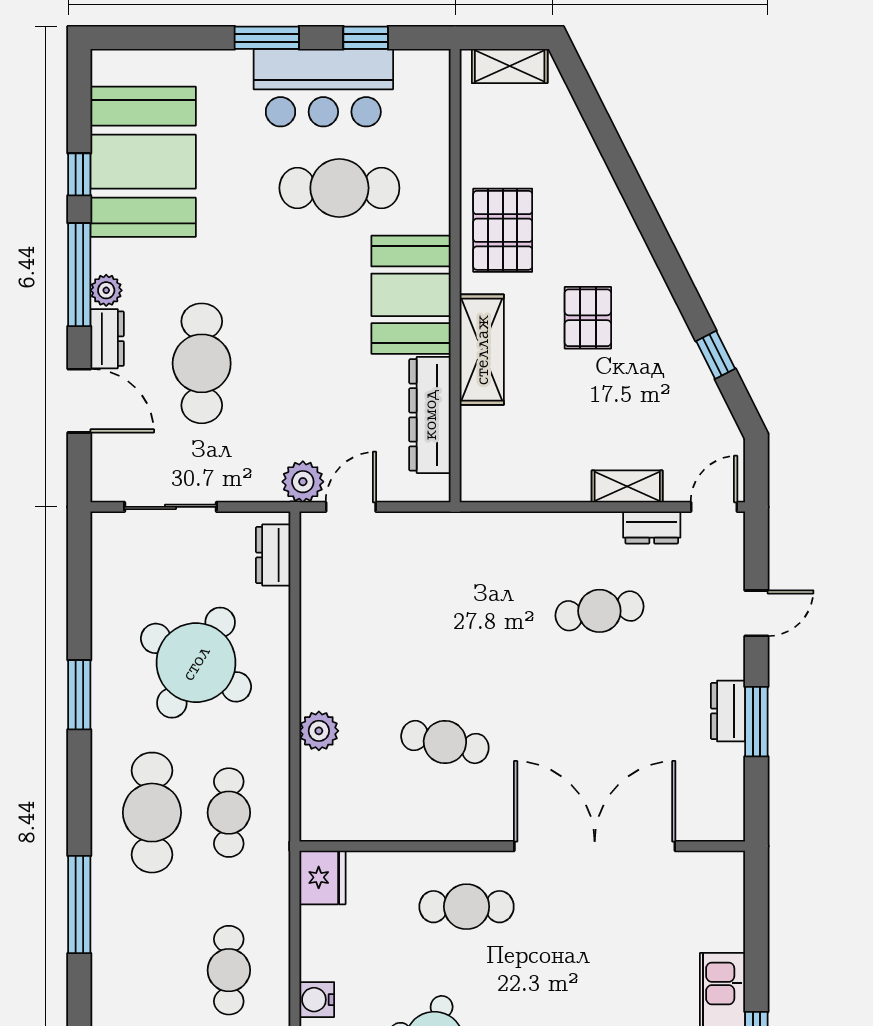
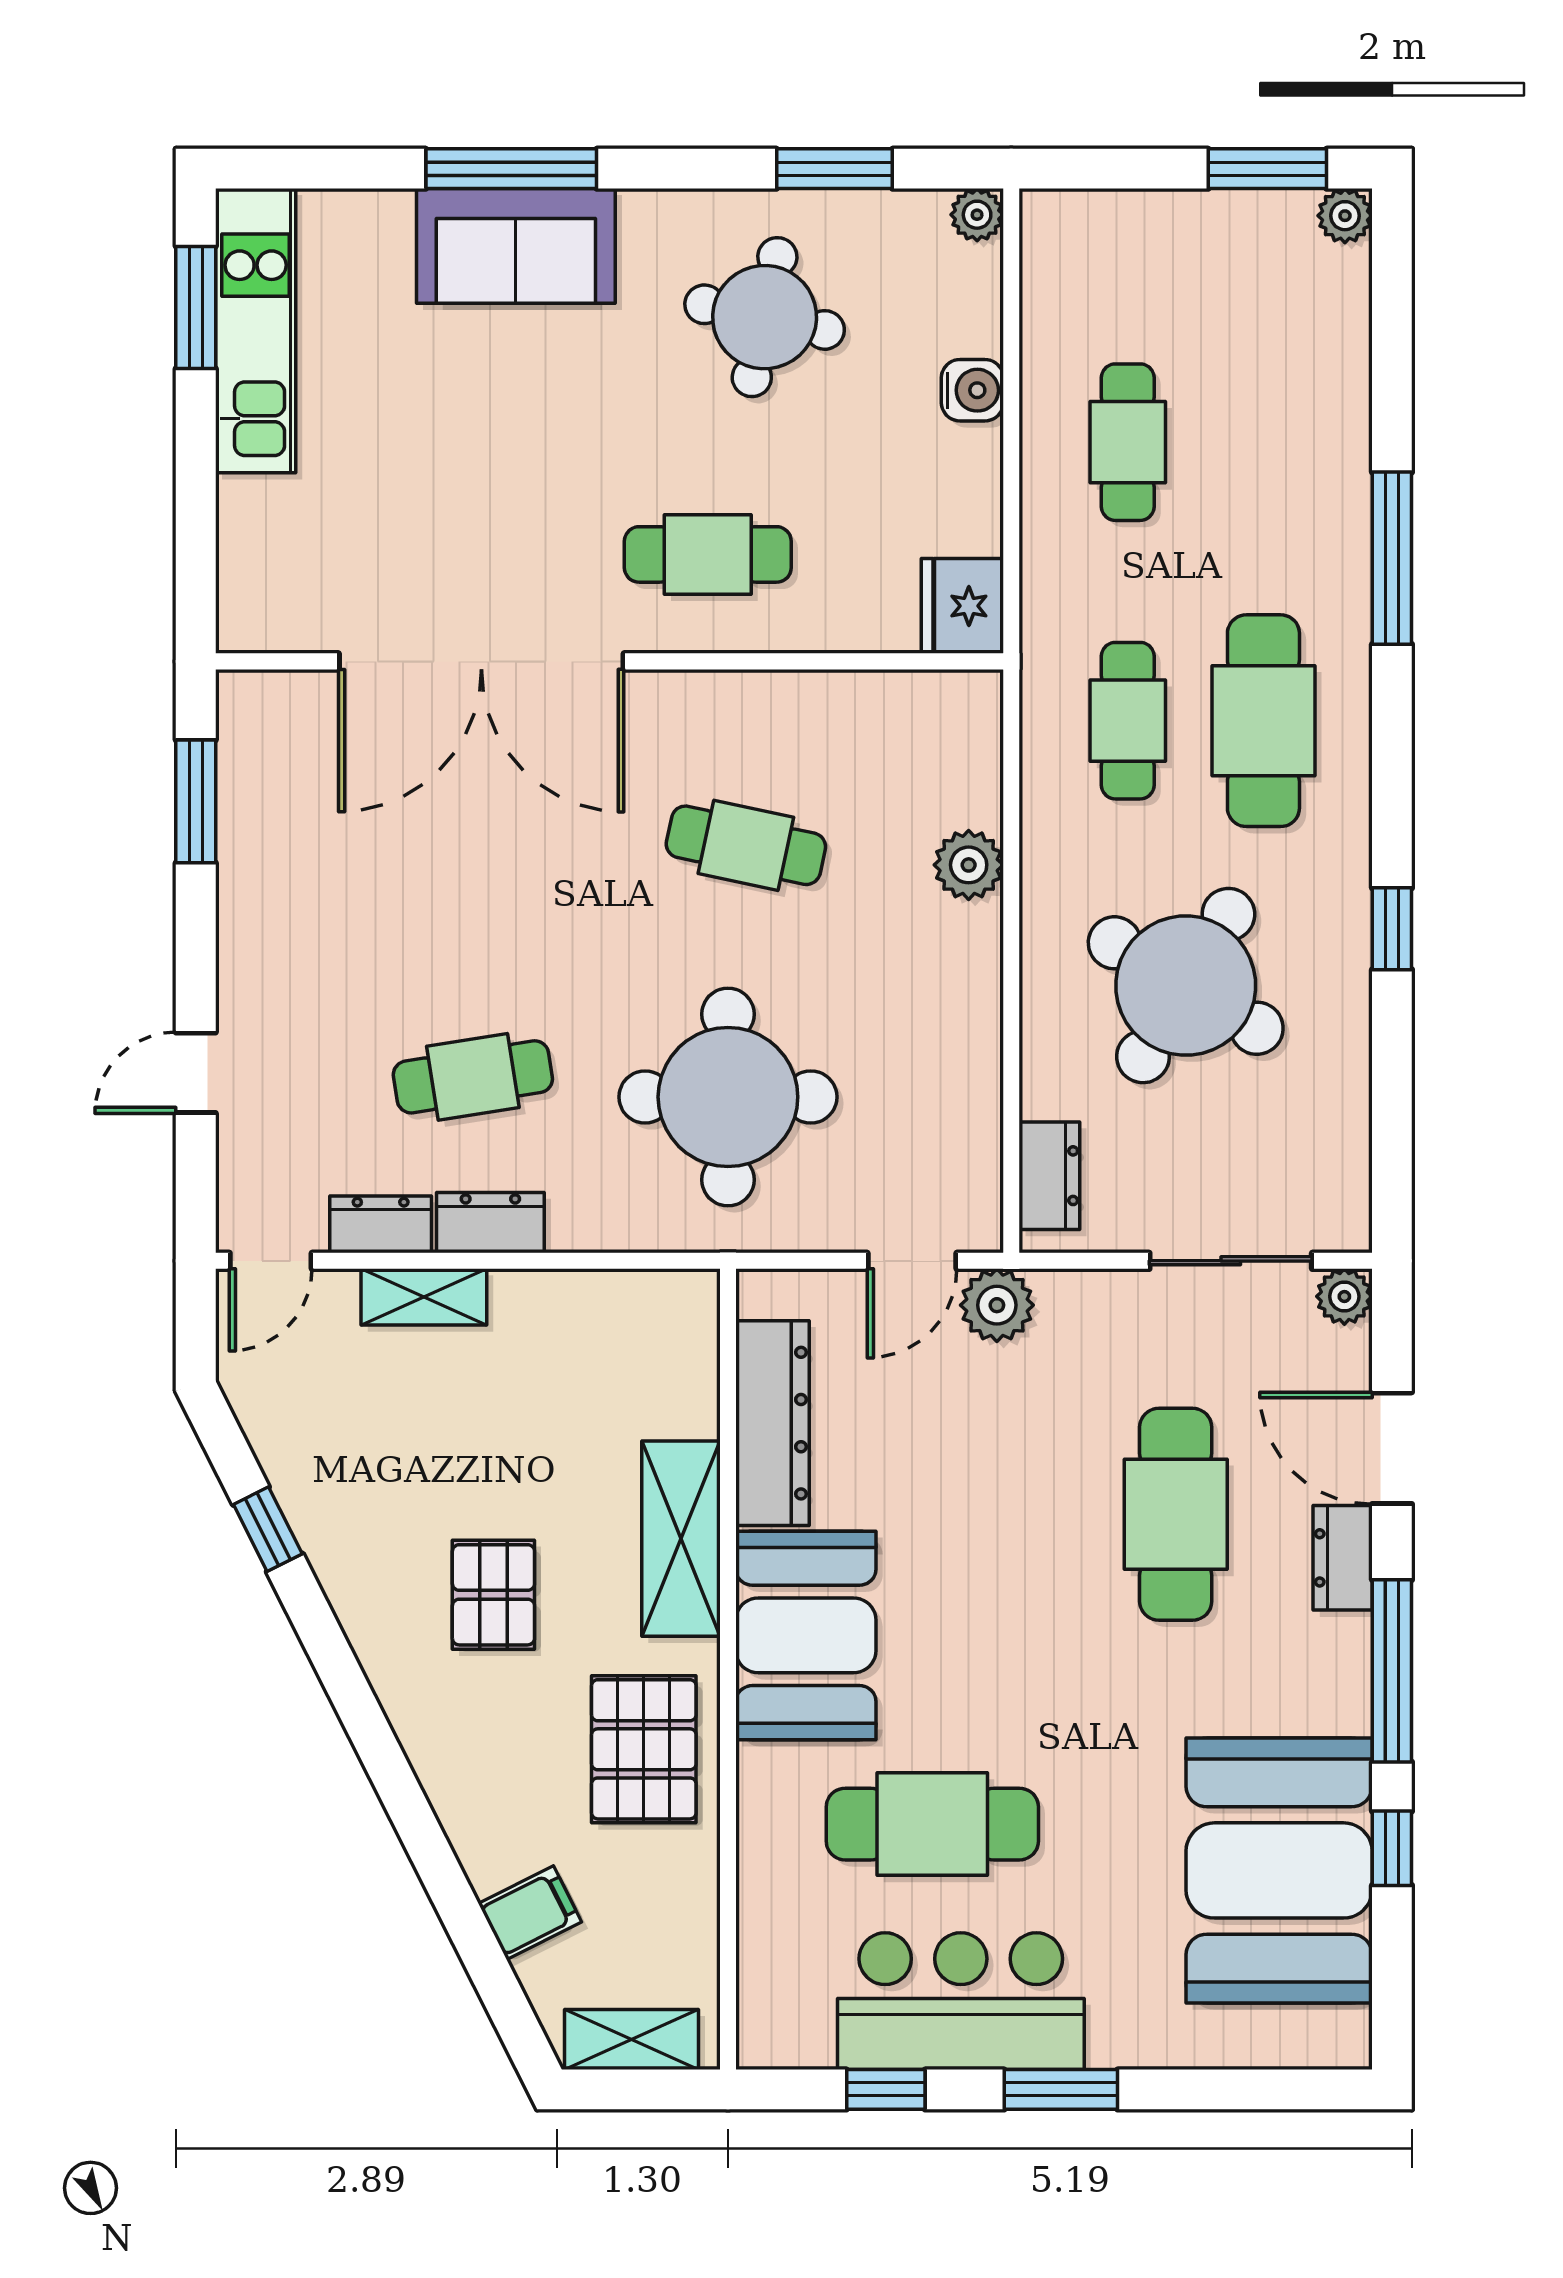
filing cabinet: (567, 138) -> (530, 1913), added
plant: (106, 290) -> (1344, 1296), moved
round table: (455, 600) -> (728, 1097), added
window: (79, 695) -> (1392, 929), width x0.67
dresser: (728, 711) -> (490, 1223), moved, turned -90
window: (756, 722) -> (196, 801), moved

